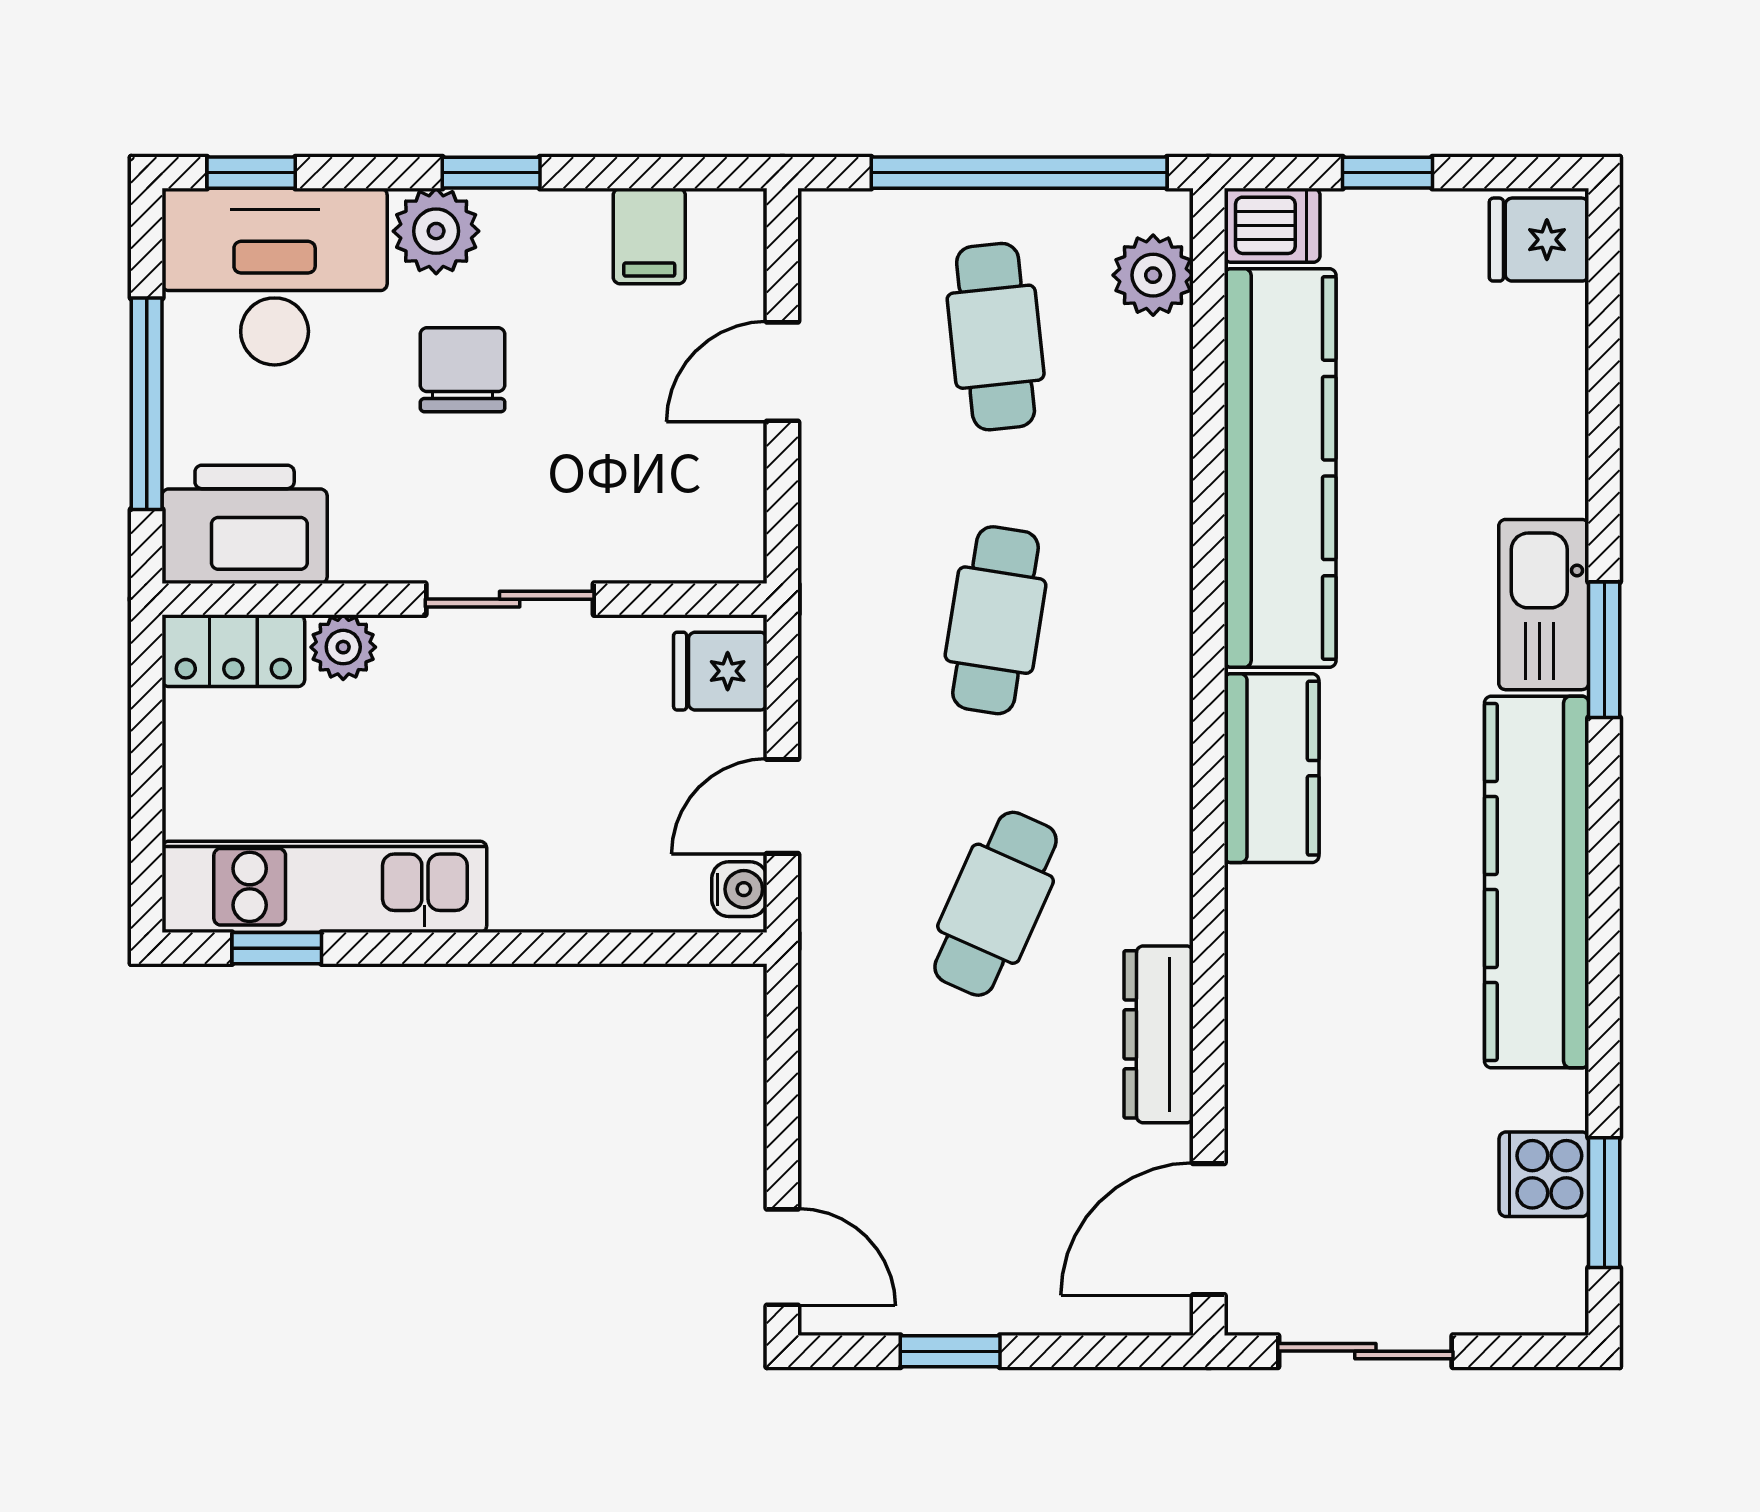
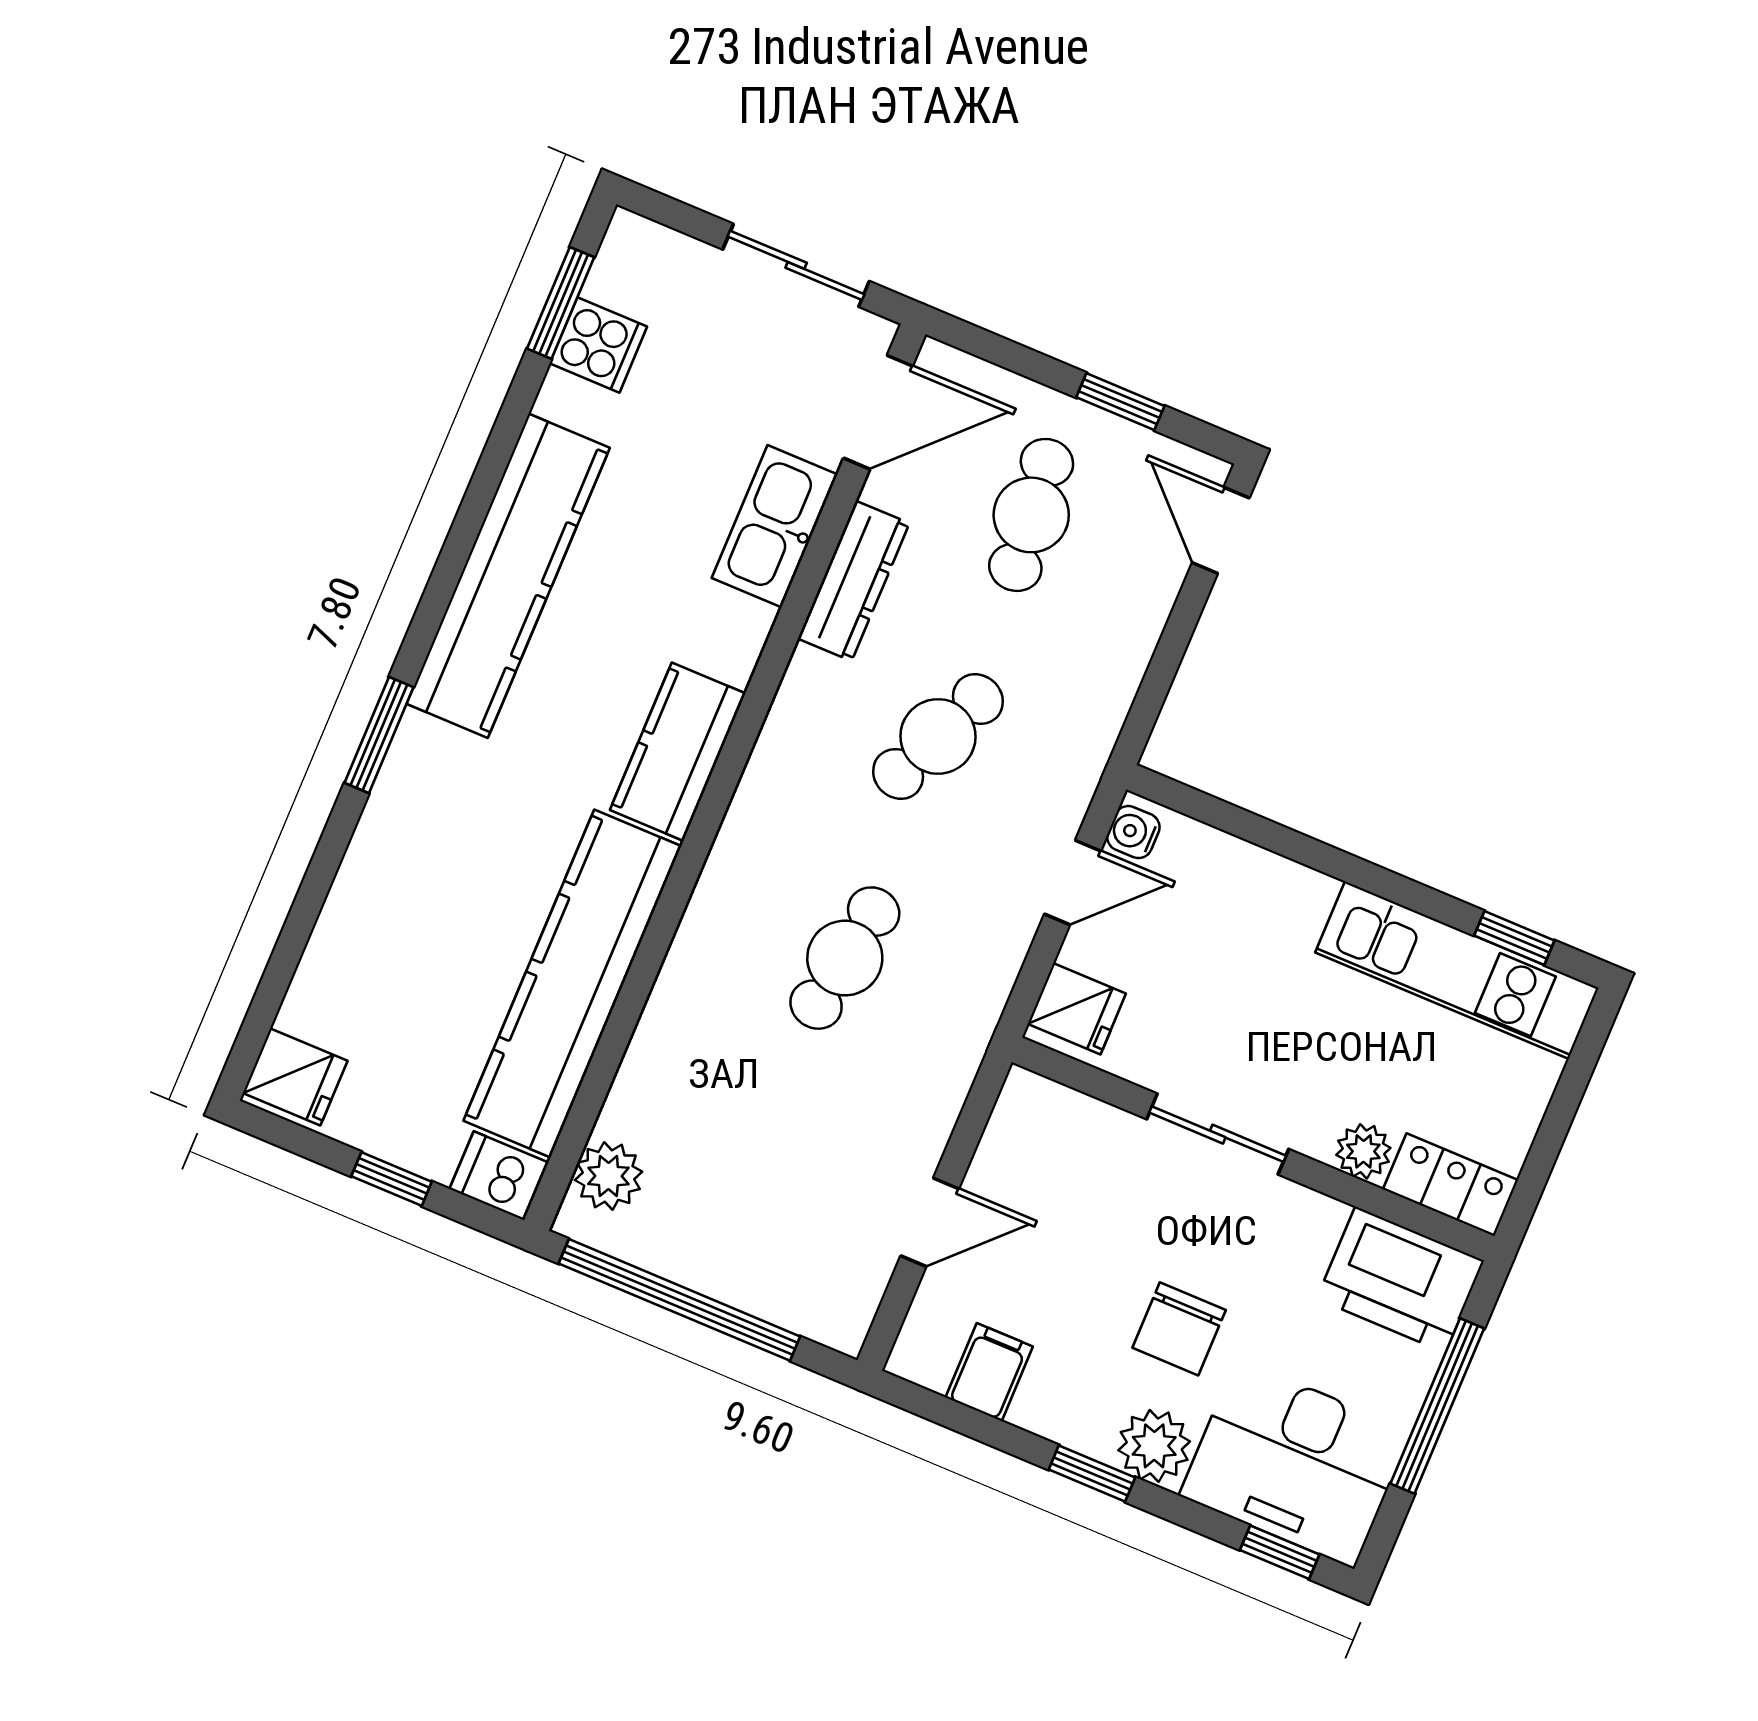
cafe table: (996, 337) -> (1031, 515), moved
kitchen sink: (1544, 605) -> (775, 526), moved, turned 180

